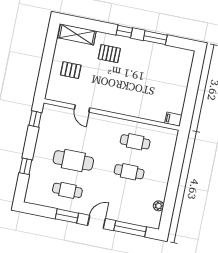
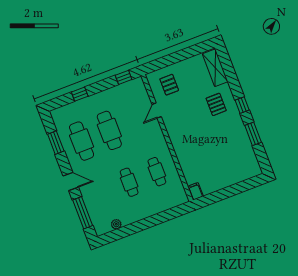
pallet: (71, 70) -> (169, 85), moved
cafe table: (67, 190) -> (82, 141), width x1.37, depth x1.35
window: (67, 216) -> (56, 143), moved

